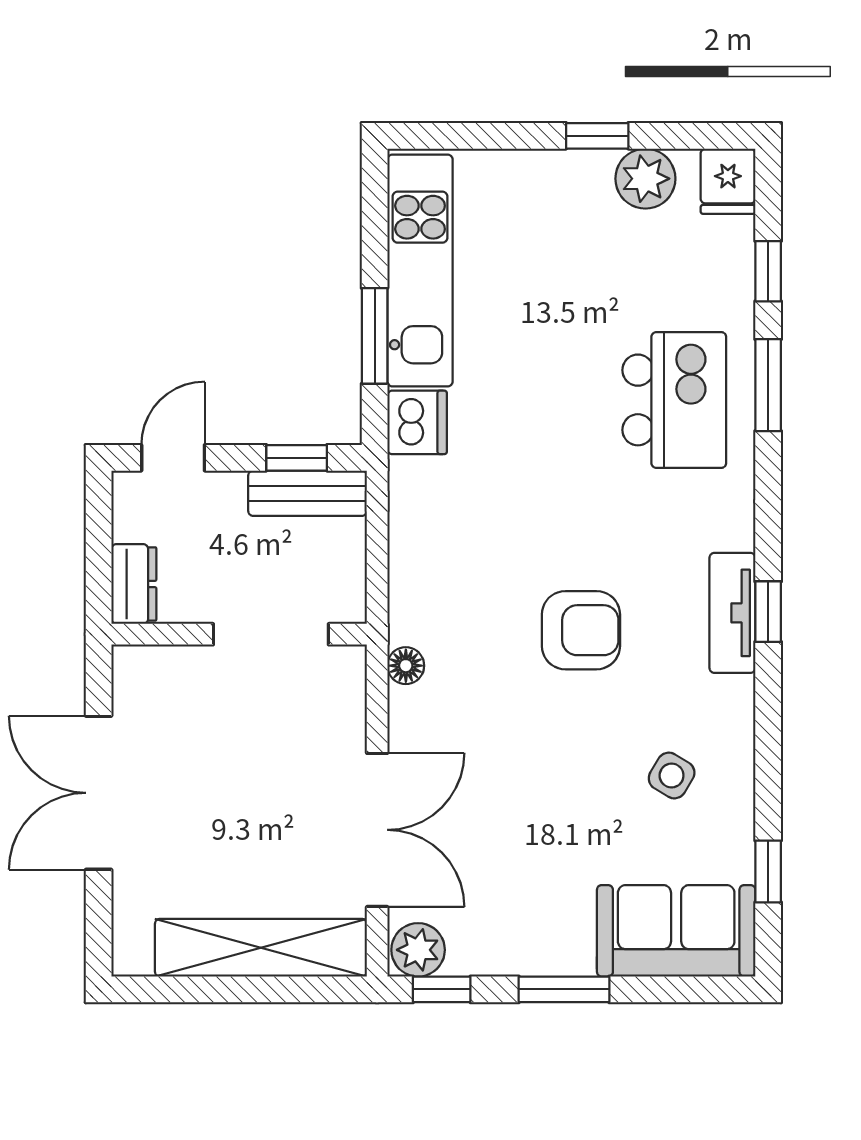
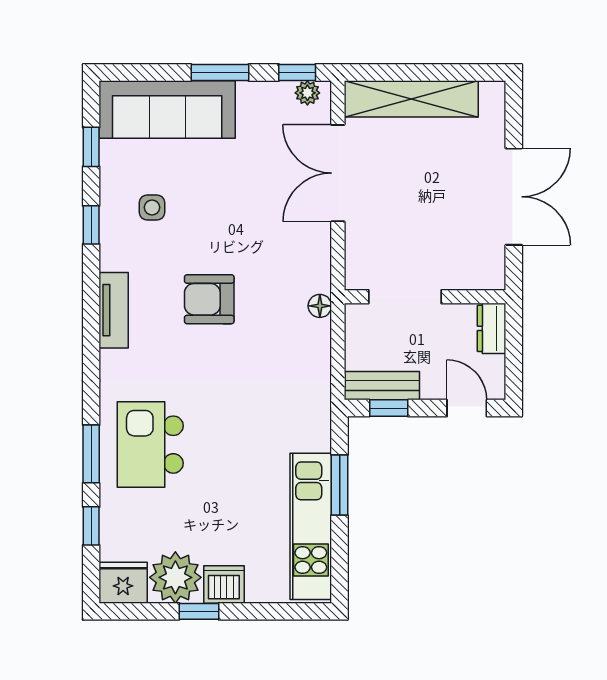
plant: (645, 179) -> (175, 577), width x1.36, depth x1.36
fridge: (728, 181) -> (123, 583), width x1.38
dishwasher: (417, 422) -> (224, 584), moved, turned 90
door: (173, 458) -> (467, 408), swing flipped
window: (768, 612) -> (91, 225), moved
floor lamp: (406, 666) -> (320, 306), moved
side table: (672, 776) -> (152, 208), turned -31
sofa: (676, 931) -> (167, 109), width x1.36
plant: (418, 950) -> (307, 93), width x0.73, depth x0.73

